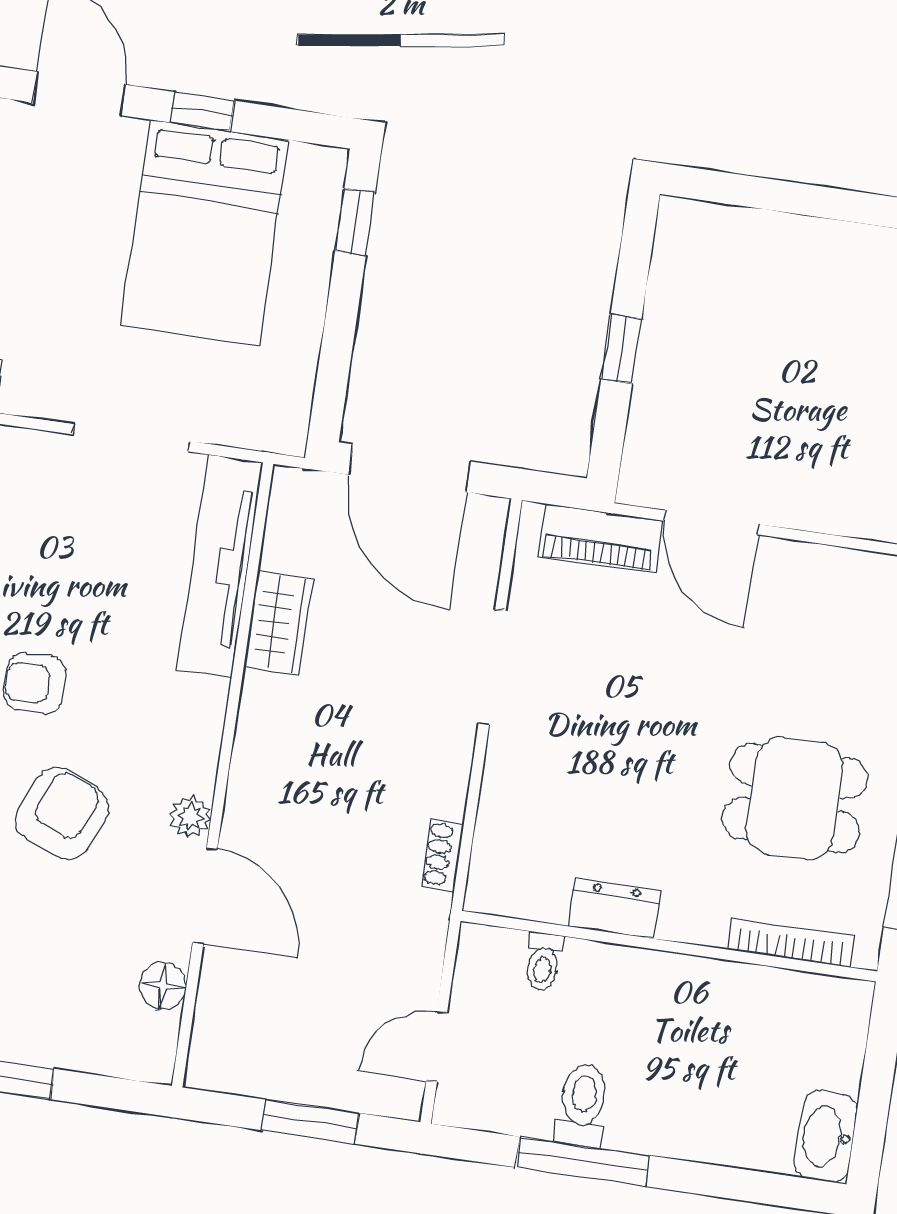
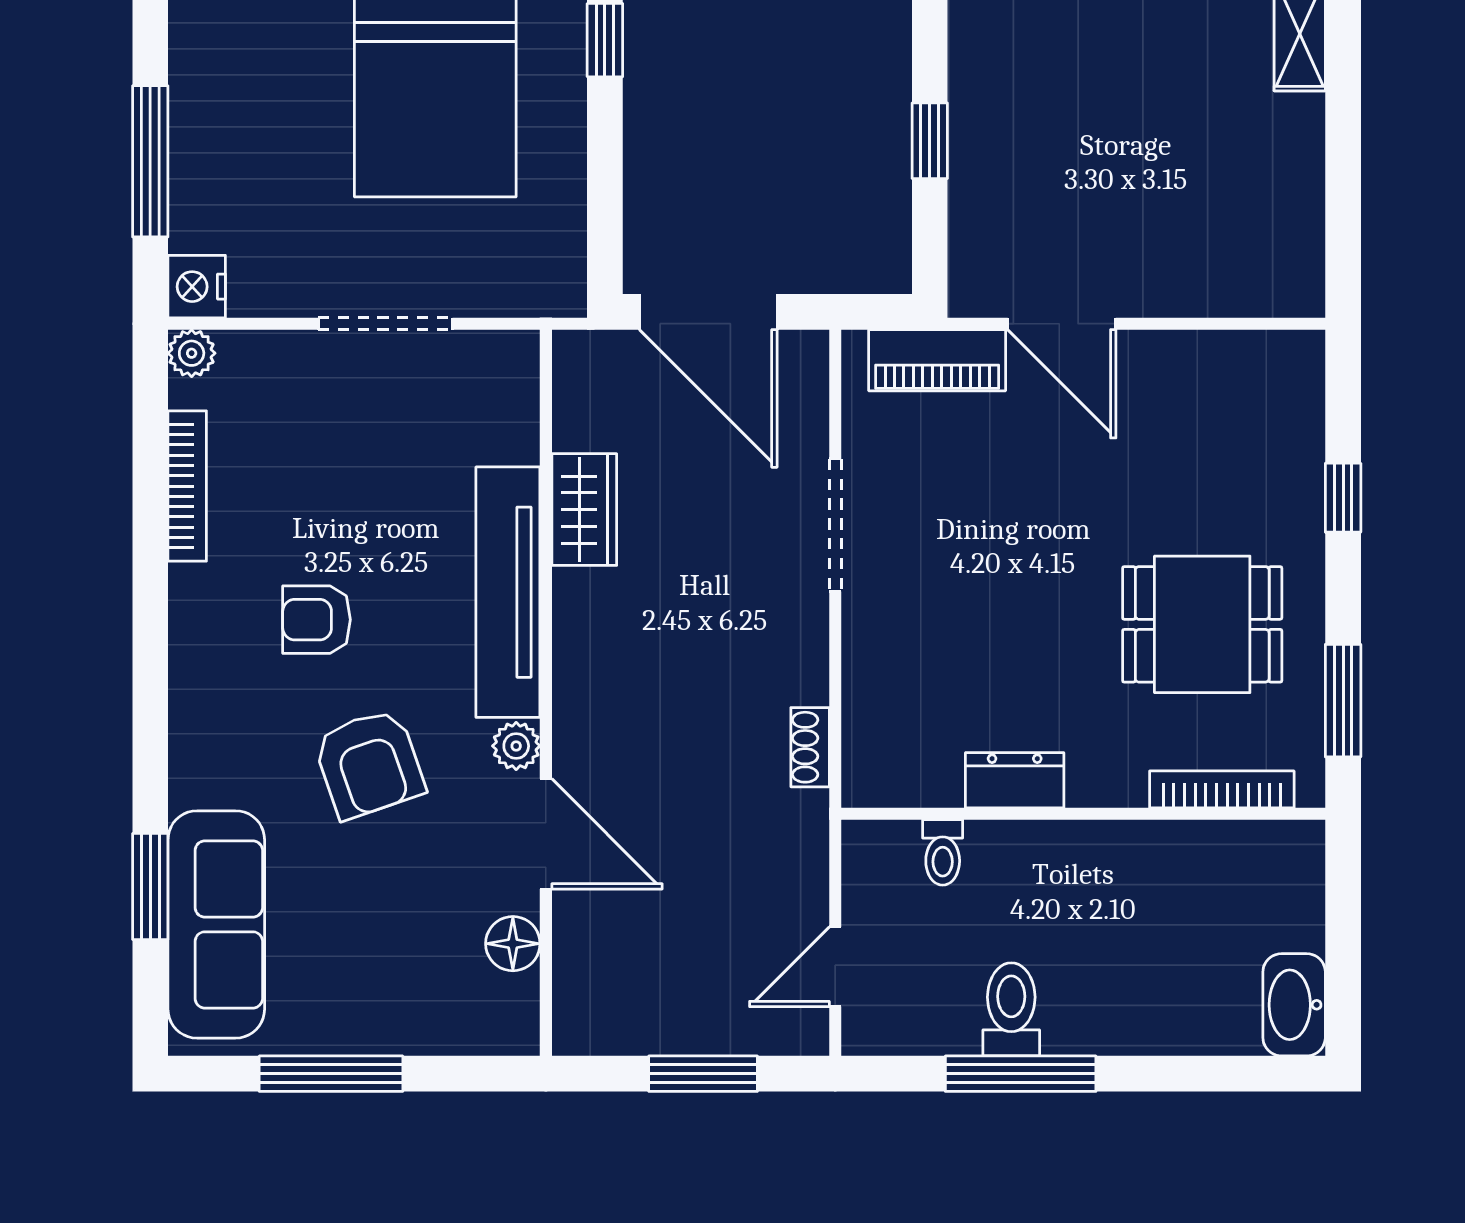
tv unit: (220, 566) -> (508, 592), moved
armchair: (62, 814) -> (369, 764), turned 138

